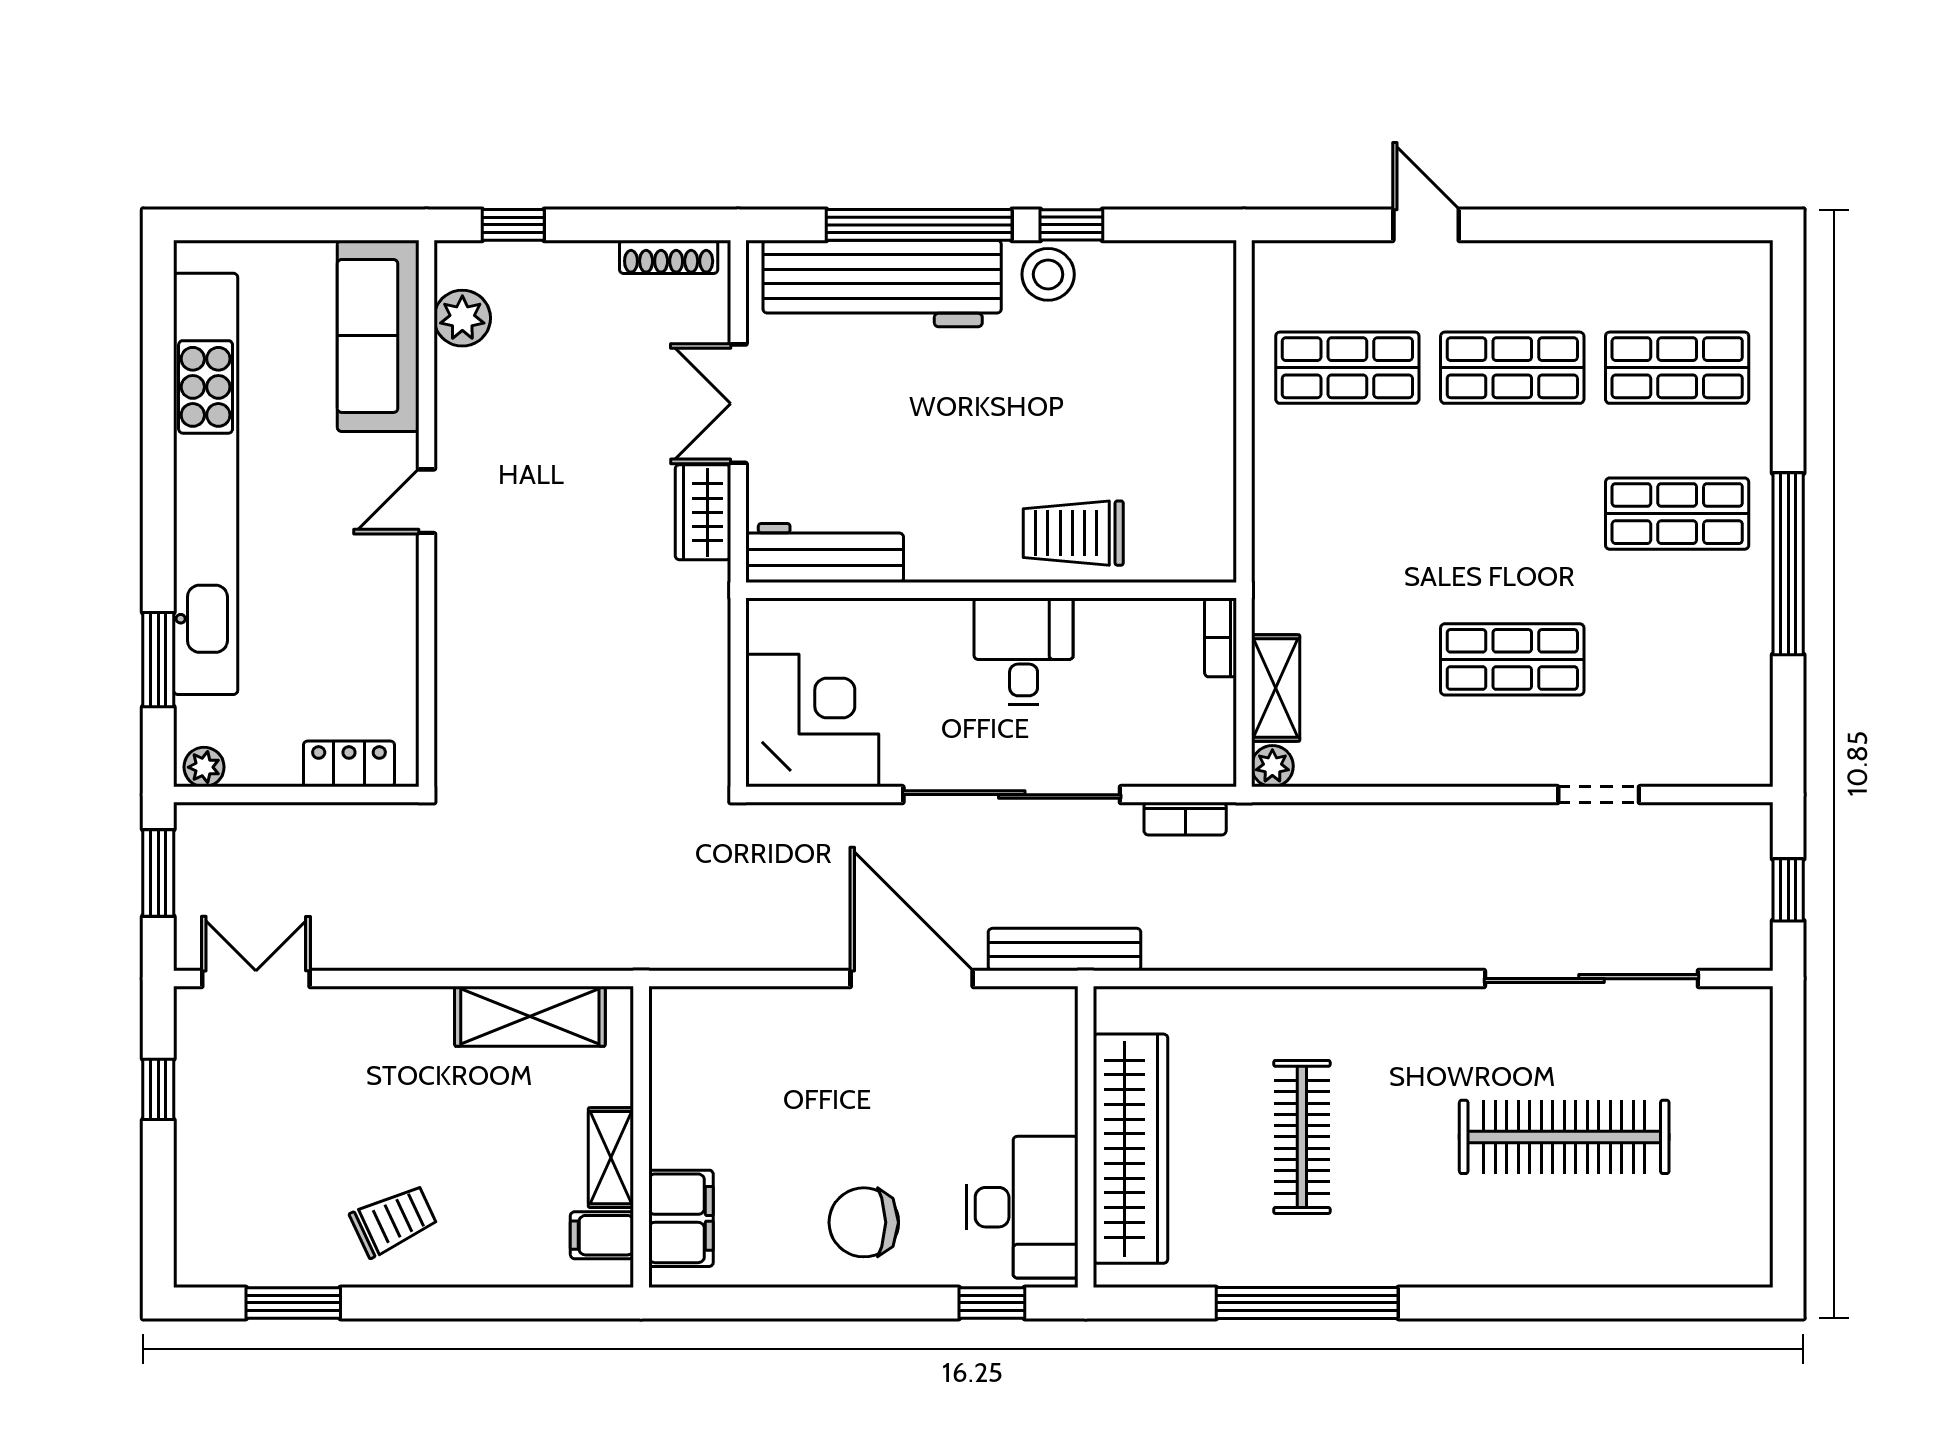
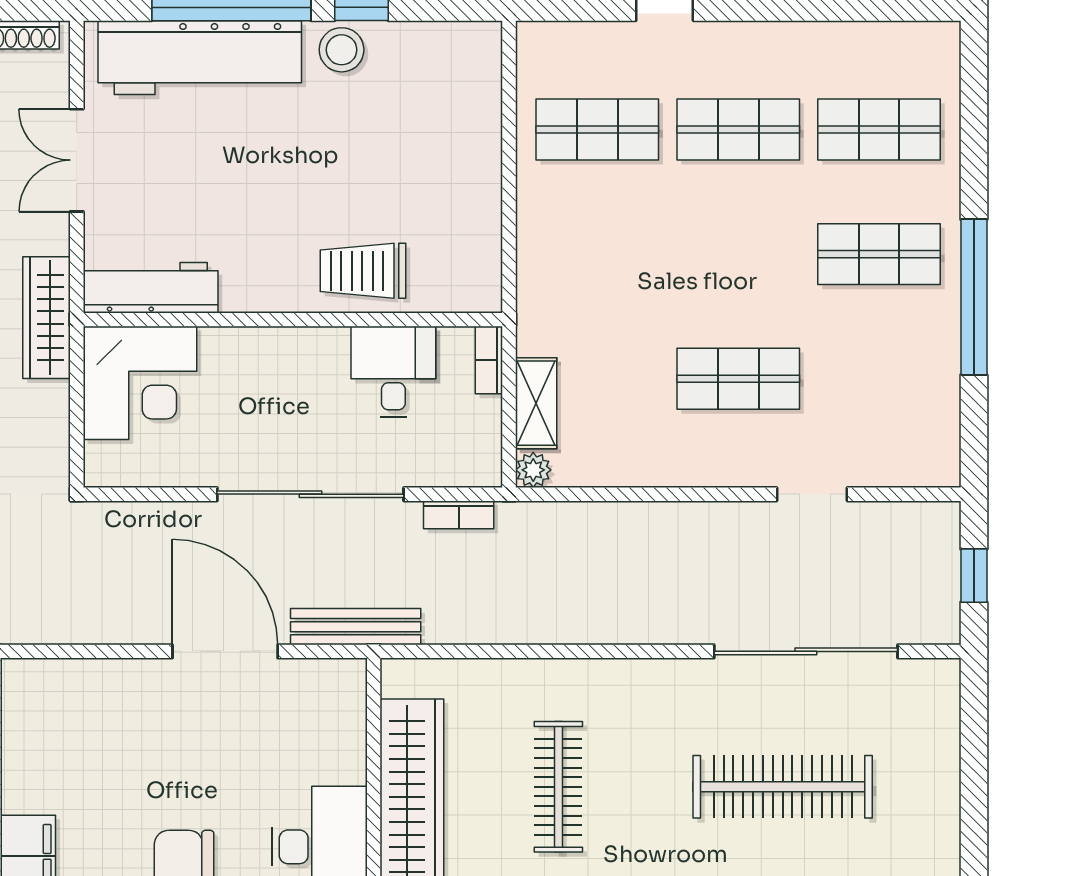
wardrobe: (703, 512) -> (47, 318), moved, width x1.50
desk: (1024, 651) -> (393, 372), moved
corner desk: (812, 721) -> (140, 383), moved, turned 90

